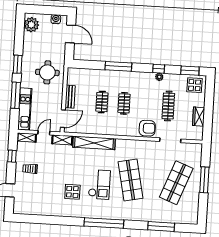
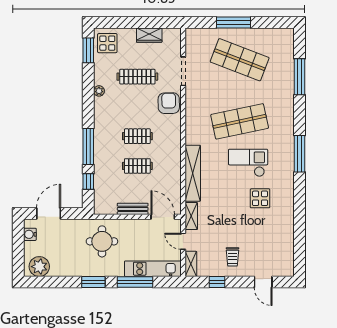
window: (159, 69) -> (88, 182), moved
window: (104, 223) -> (299, 154), width x0.68

